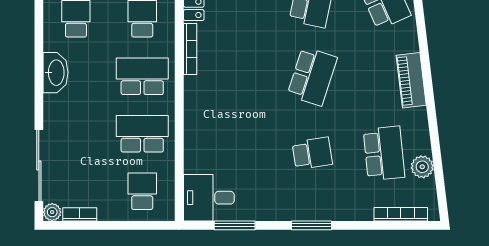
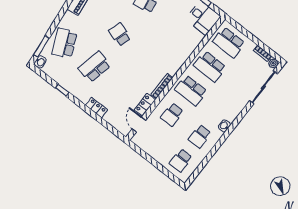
washbasin: (56, 73) -> (224, 126), width x0.52, depth x0.69
school desk: (312, 76) -> (120, 35), width x0.54
school desk: (142, 191) -> (229, 42), width x1.85

